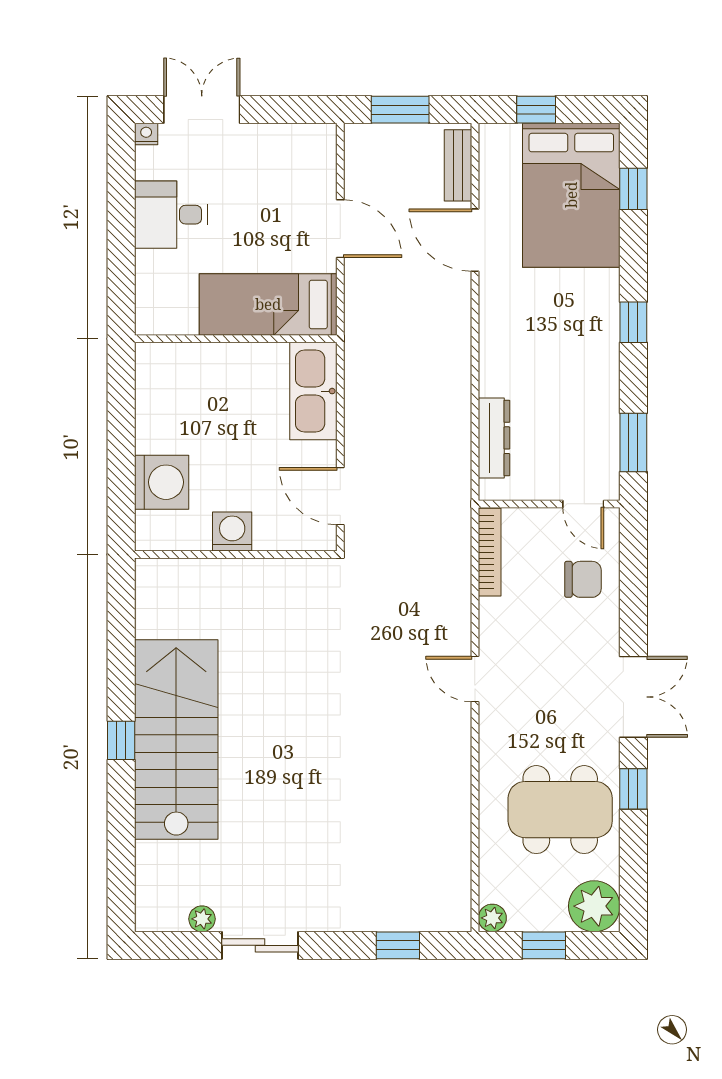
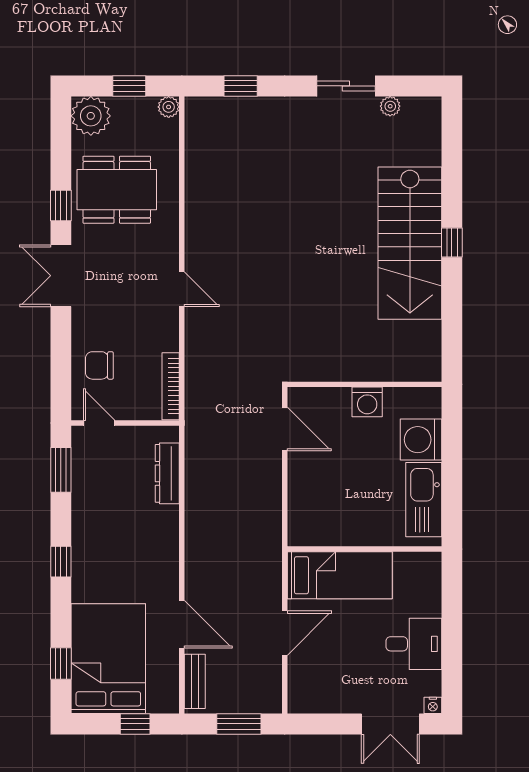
door: (340, 229) -> (285, 633), swing flipped
kitchen sink: (313, 391) -> (424, 500), moved, turned 180

